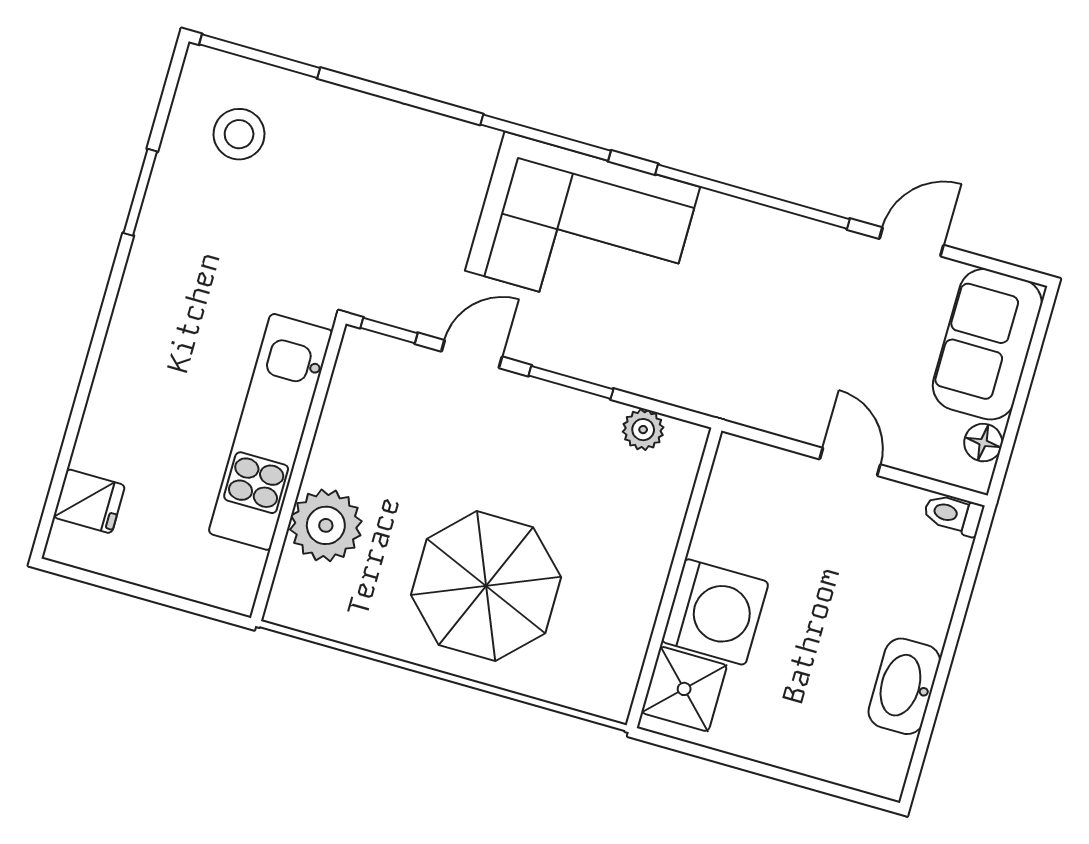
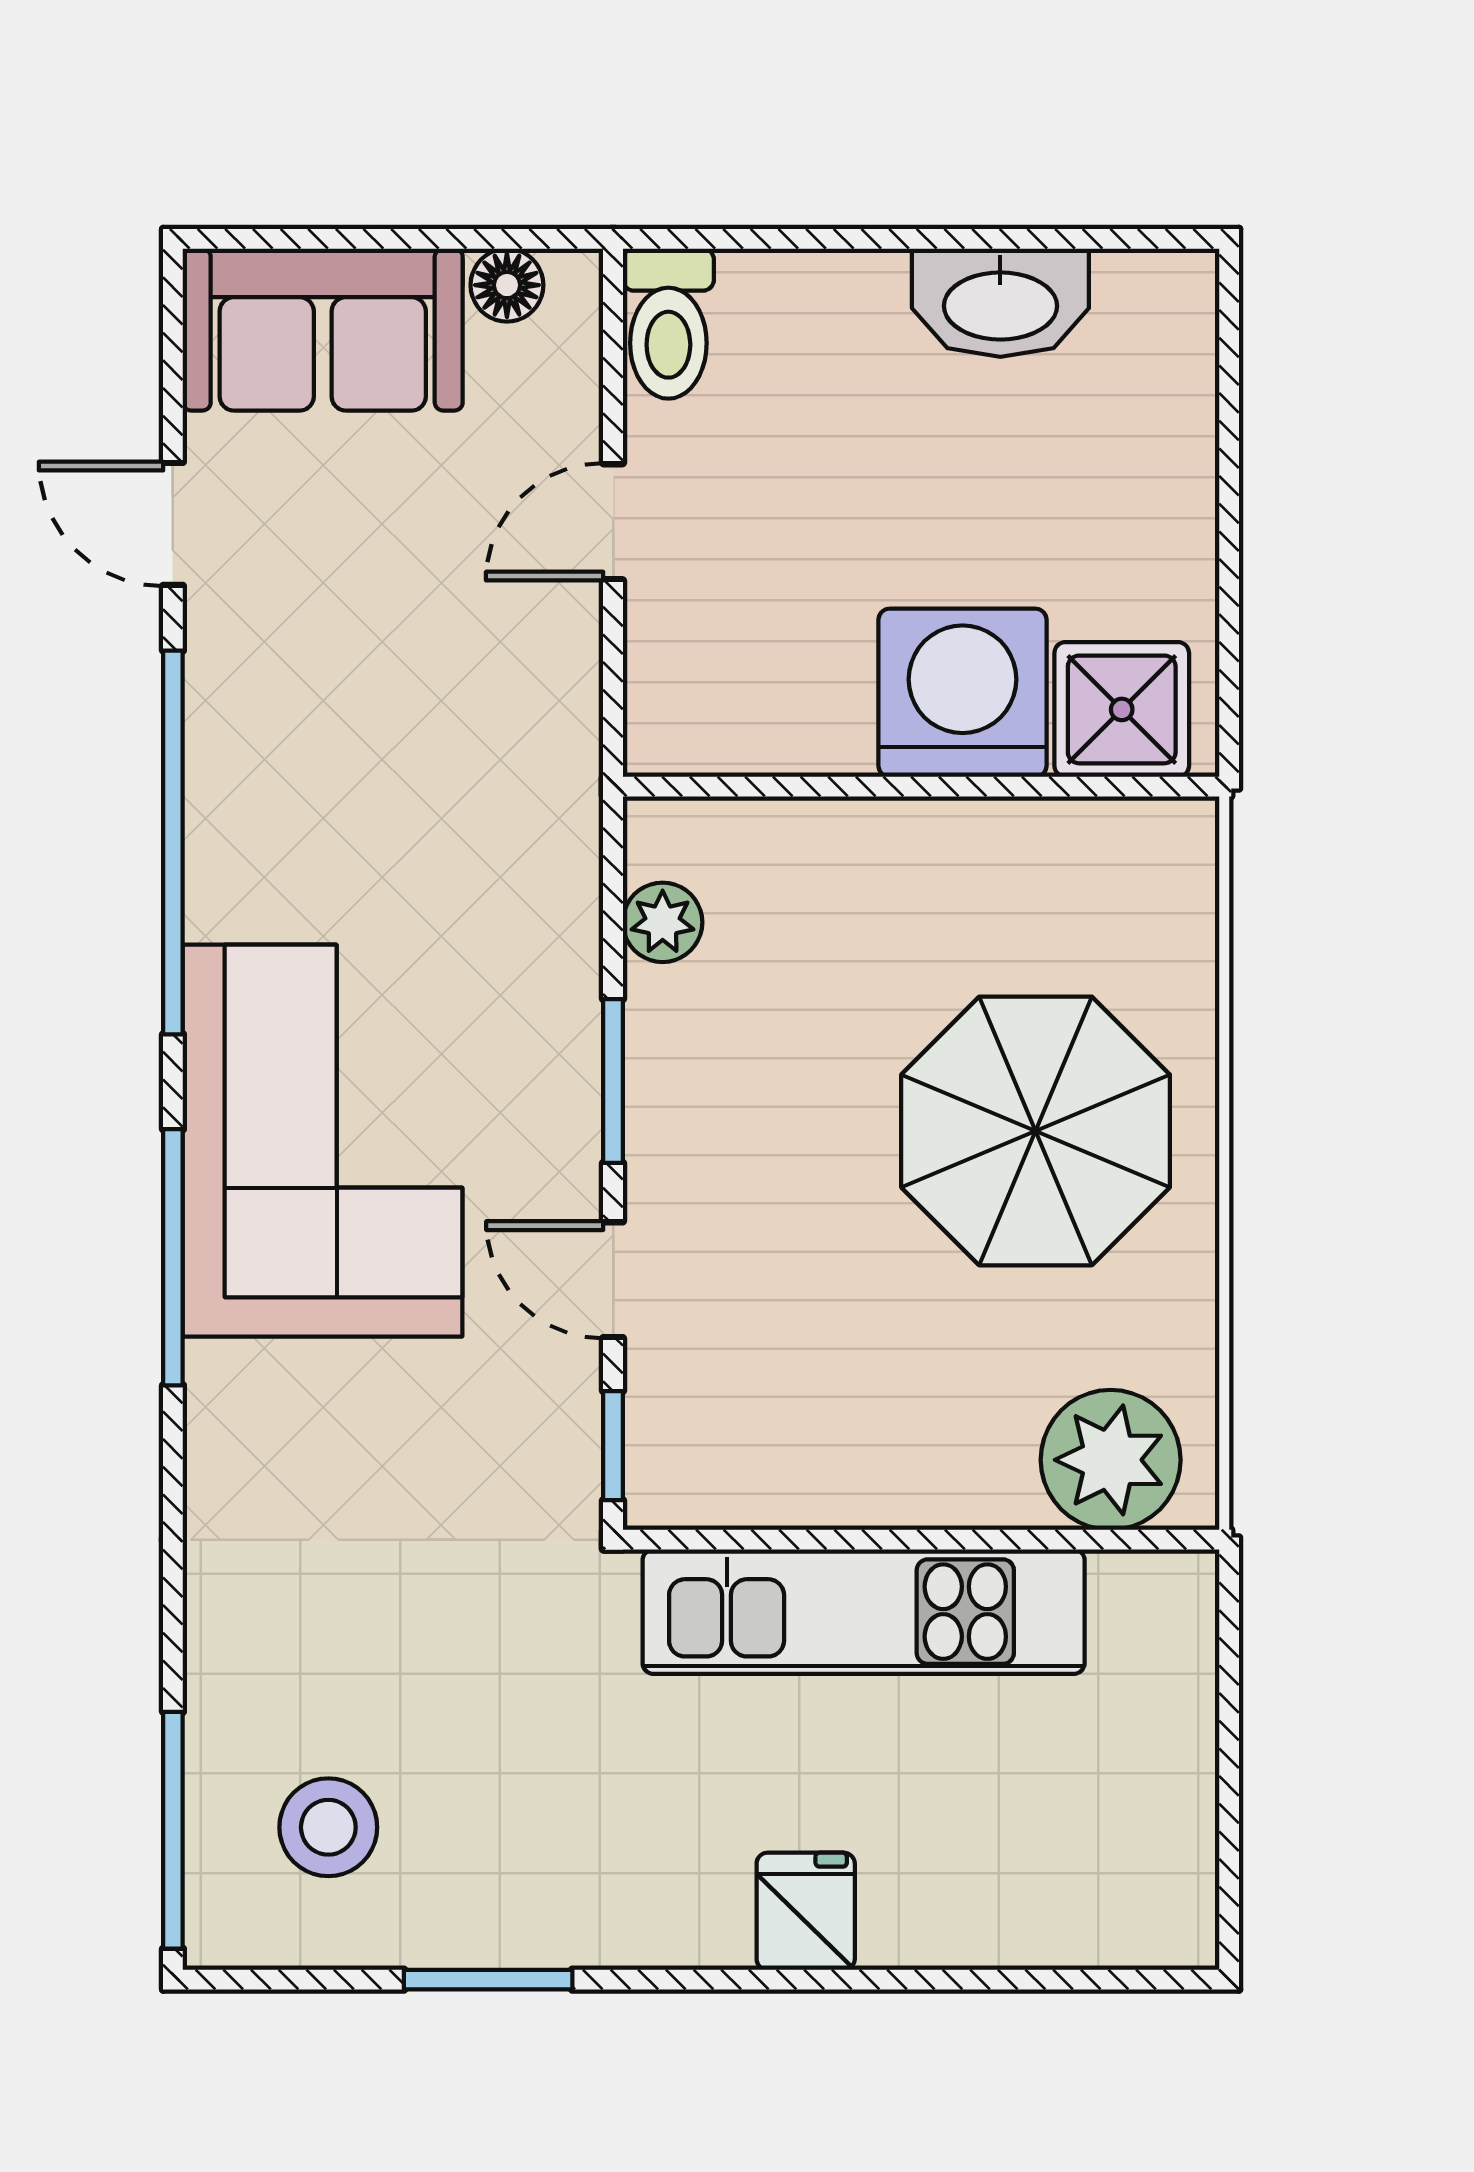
fridge: (89, 501) -> (806, 1911), moved
toilet: (953, 514) -> (668, 324), width x1.37, depth x1.39
plant: (326, 525) -> (1111, 1460), moved

